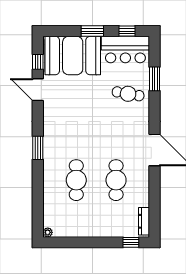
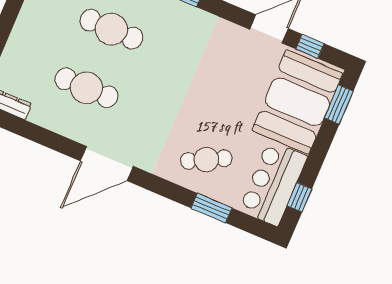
window: (92, 31) -> (339, 104), moved
cafe table: (128, 94) -> (206, 160), turned 53

